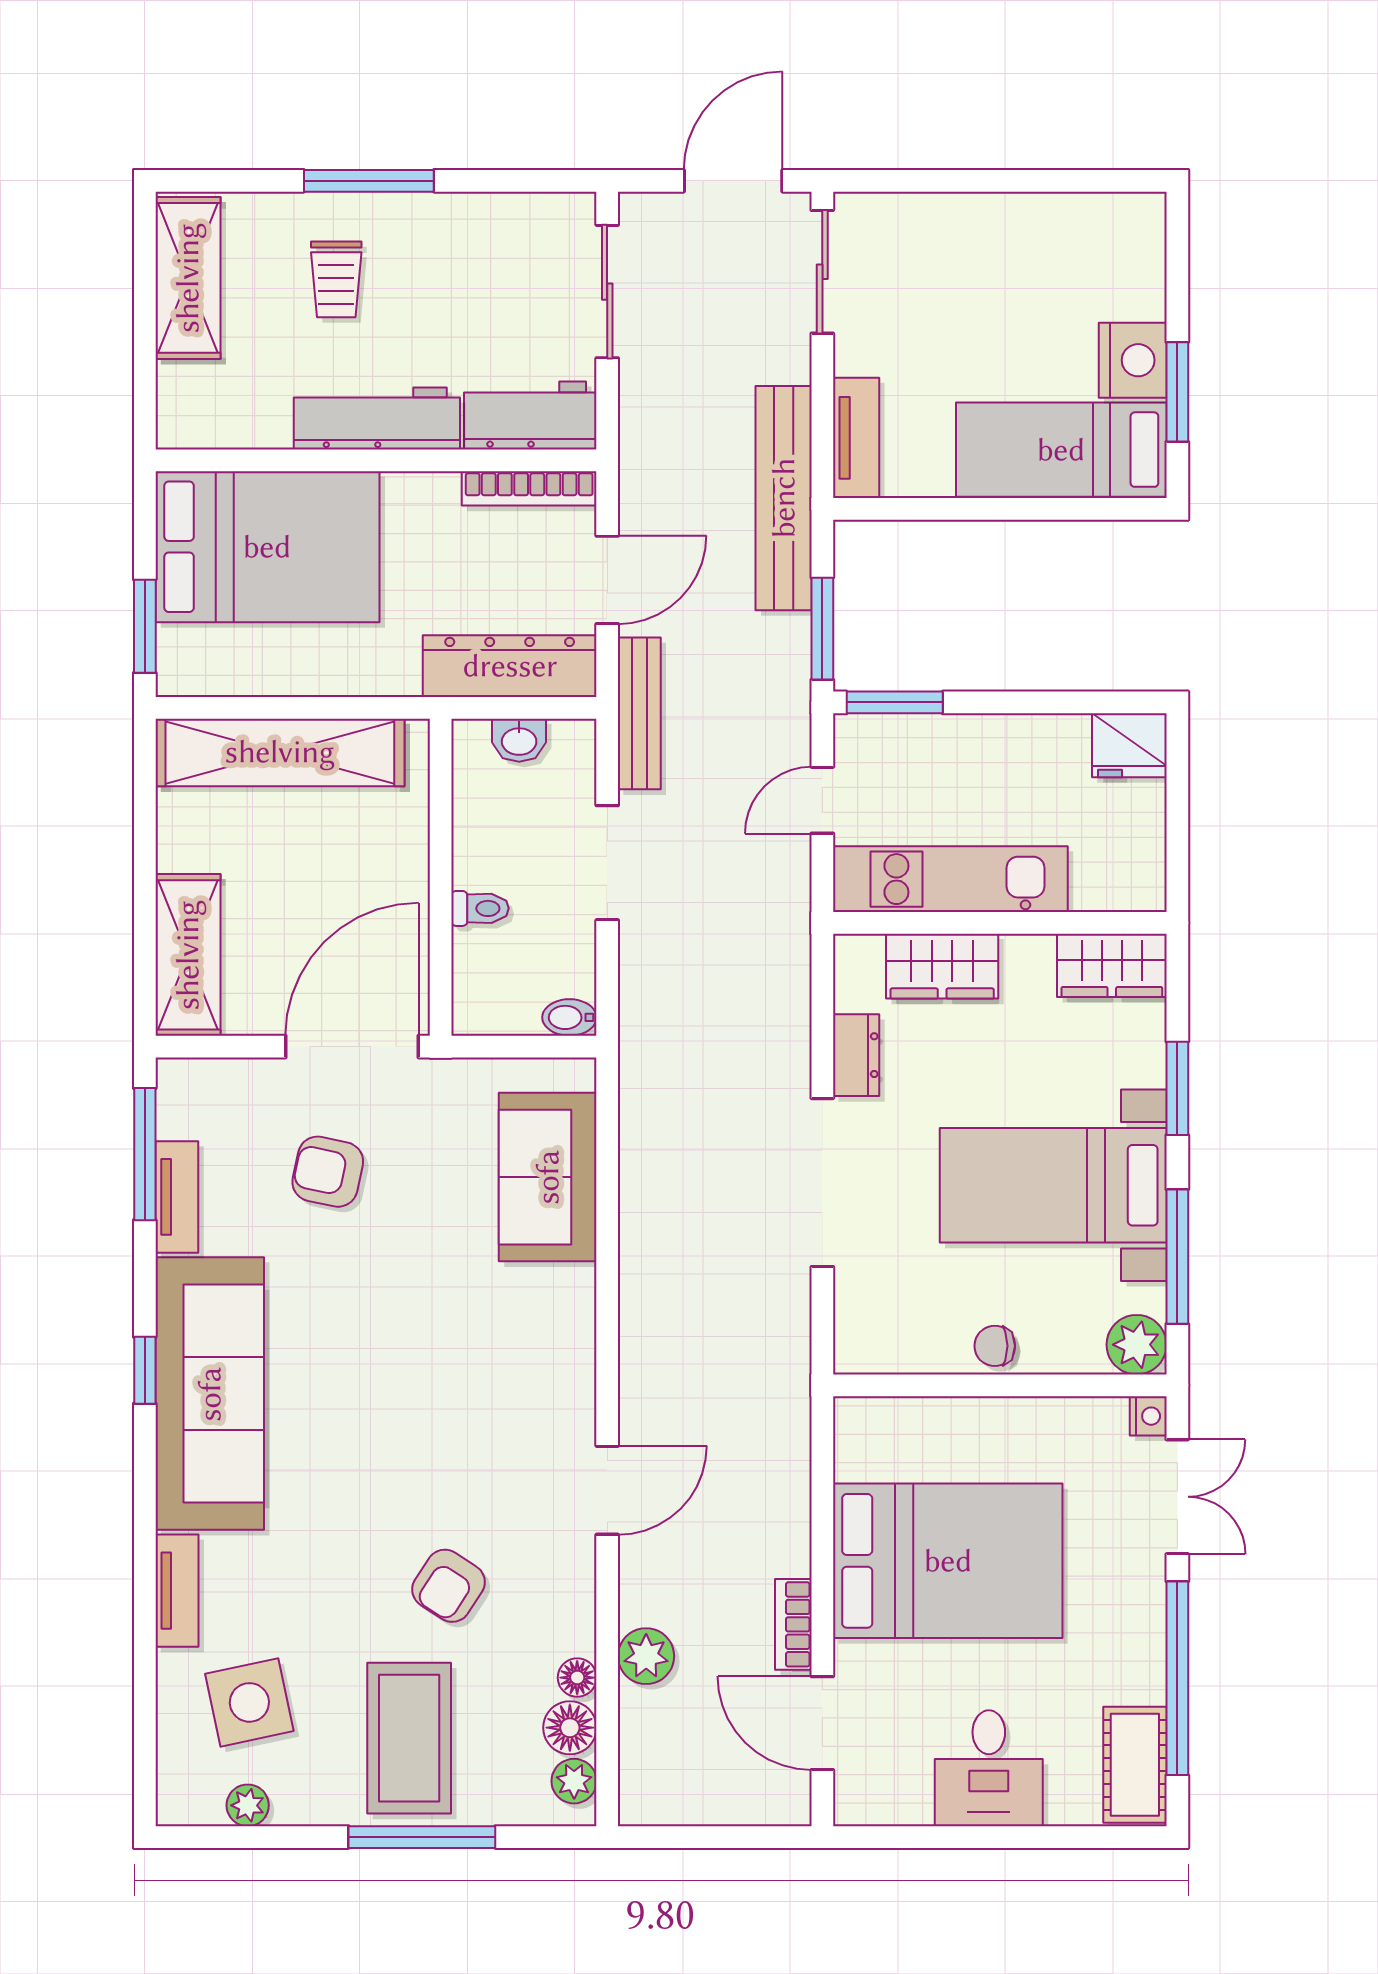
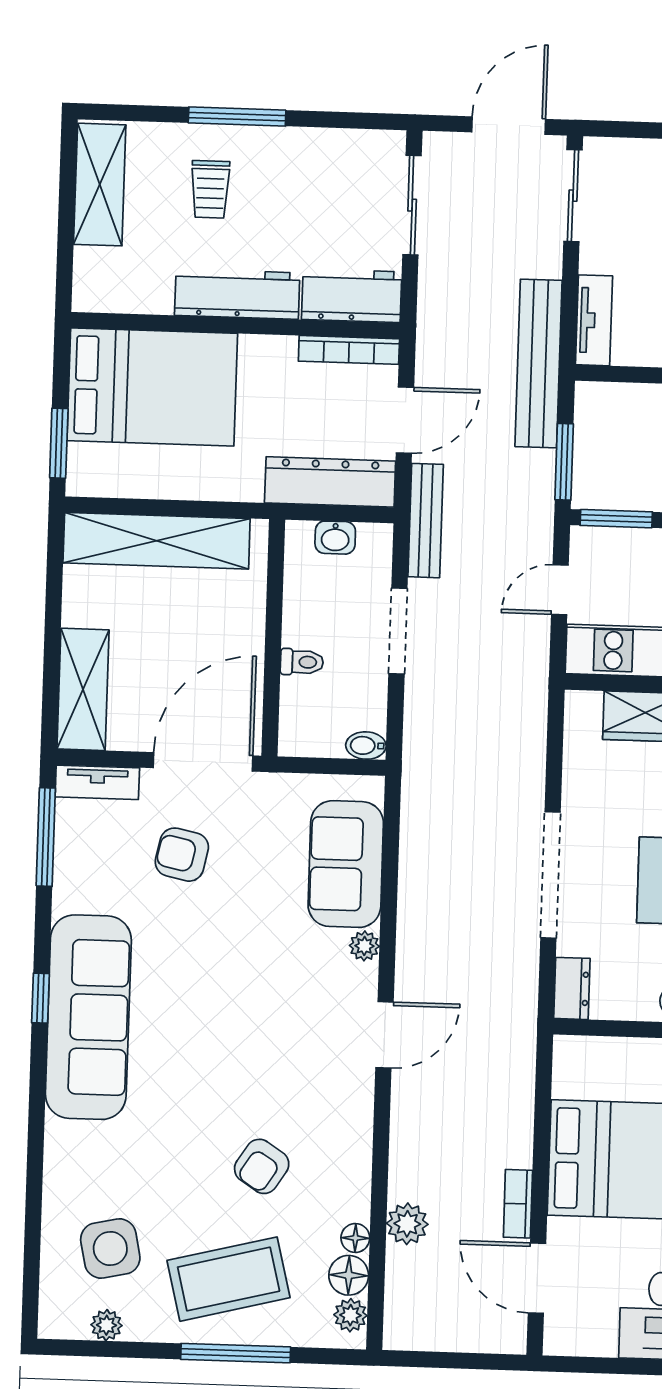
dresser: (856, 1055) -> (572, 988), moved
tv unit: (177, 1197) -> (97, 782), moved, turned 90
plant: (576, 1286) -> (364, 946), added
door: (607, 1490) -> (385, 1035), moved
tv unit: (177, 1591) -> (59, 1163), removed
coffee table: (409, 1738) -> (229, 1279), turned 76

